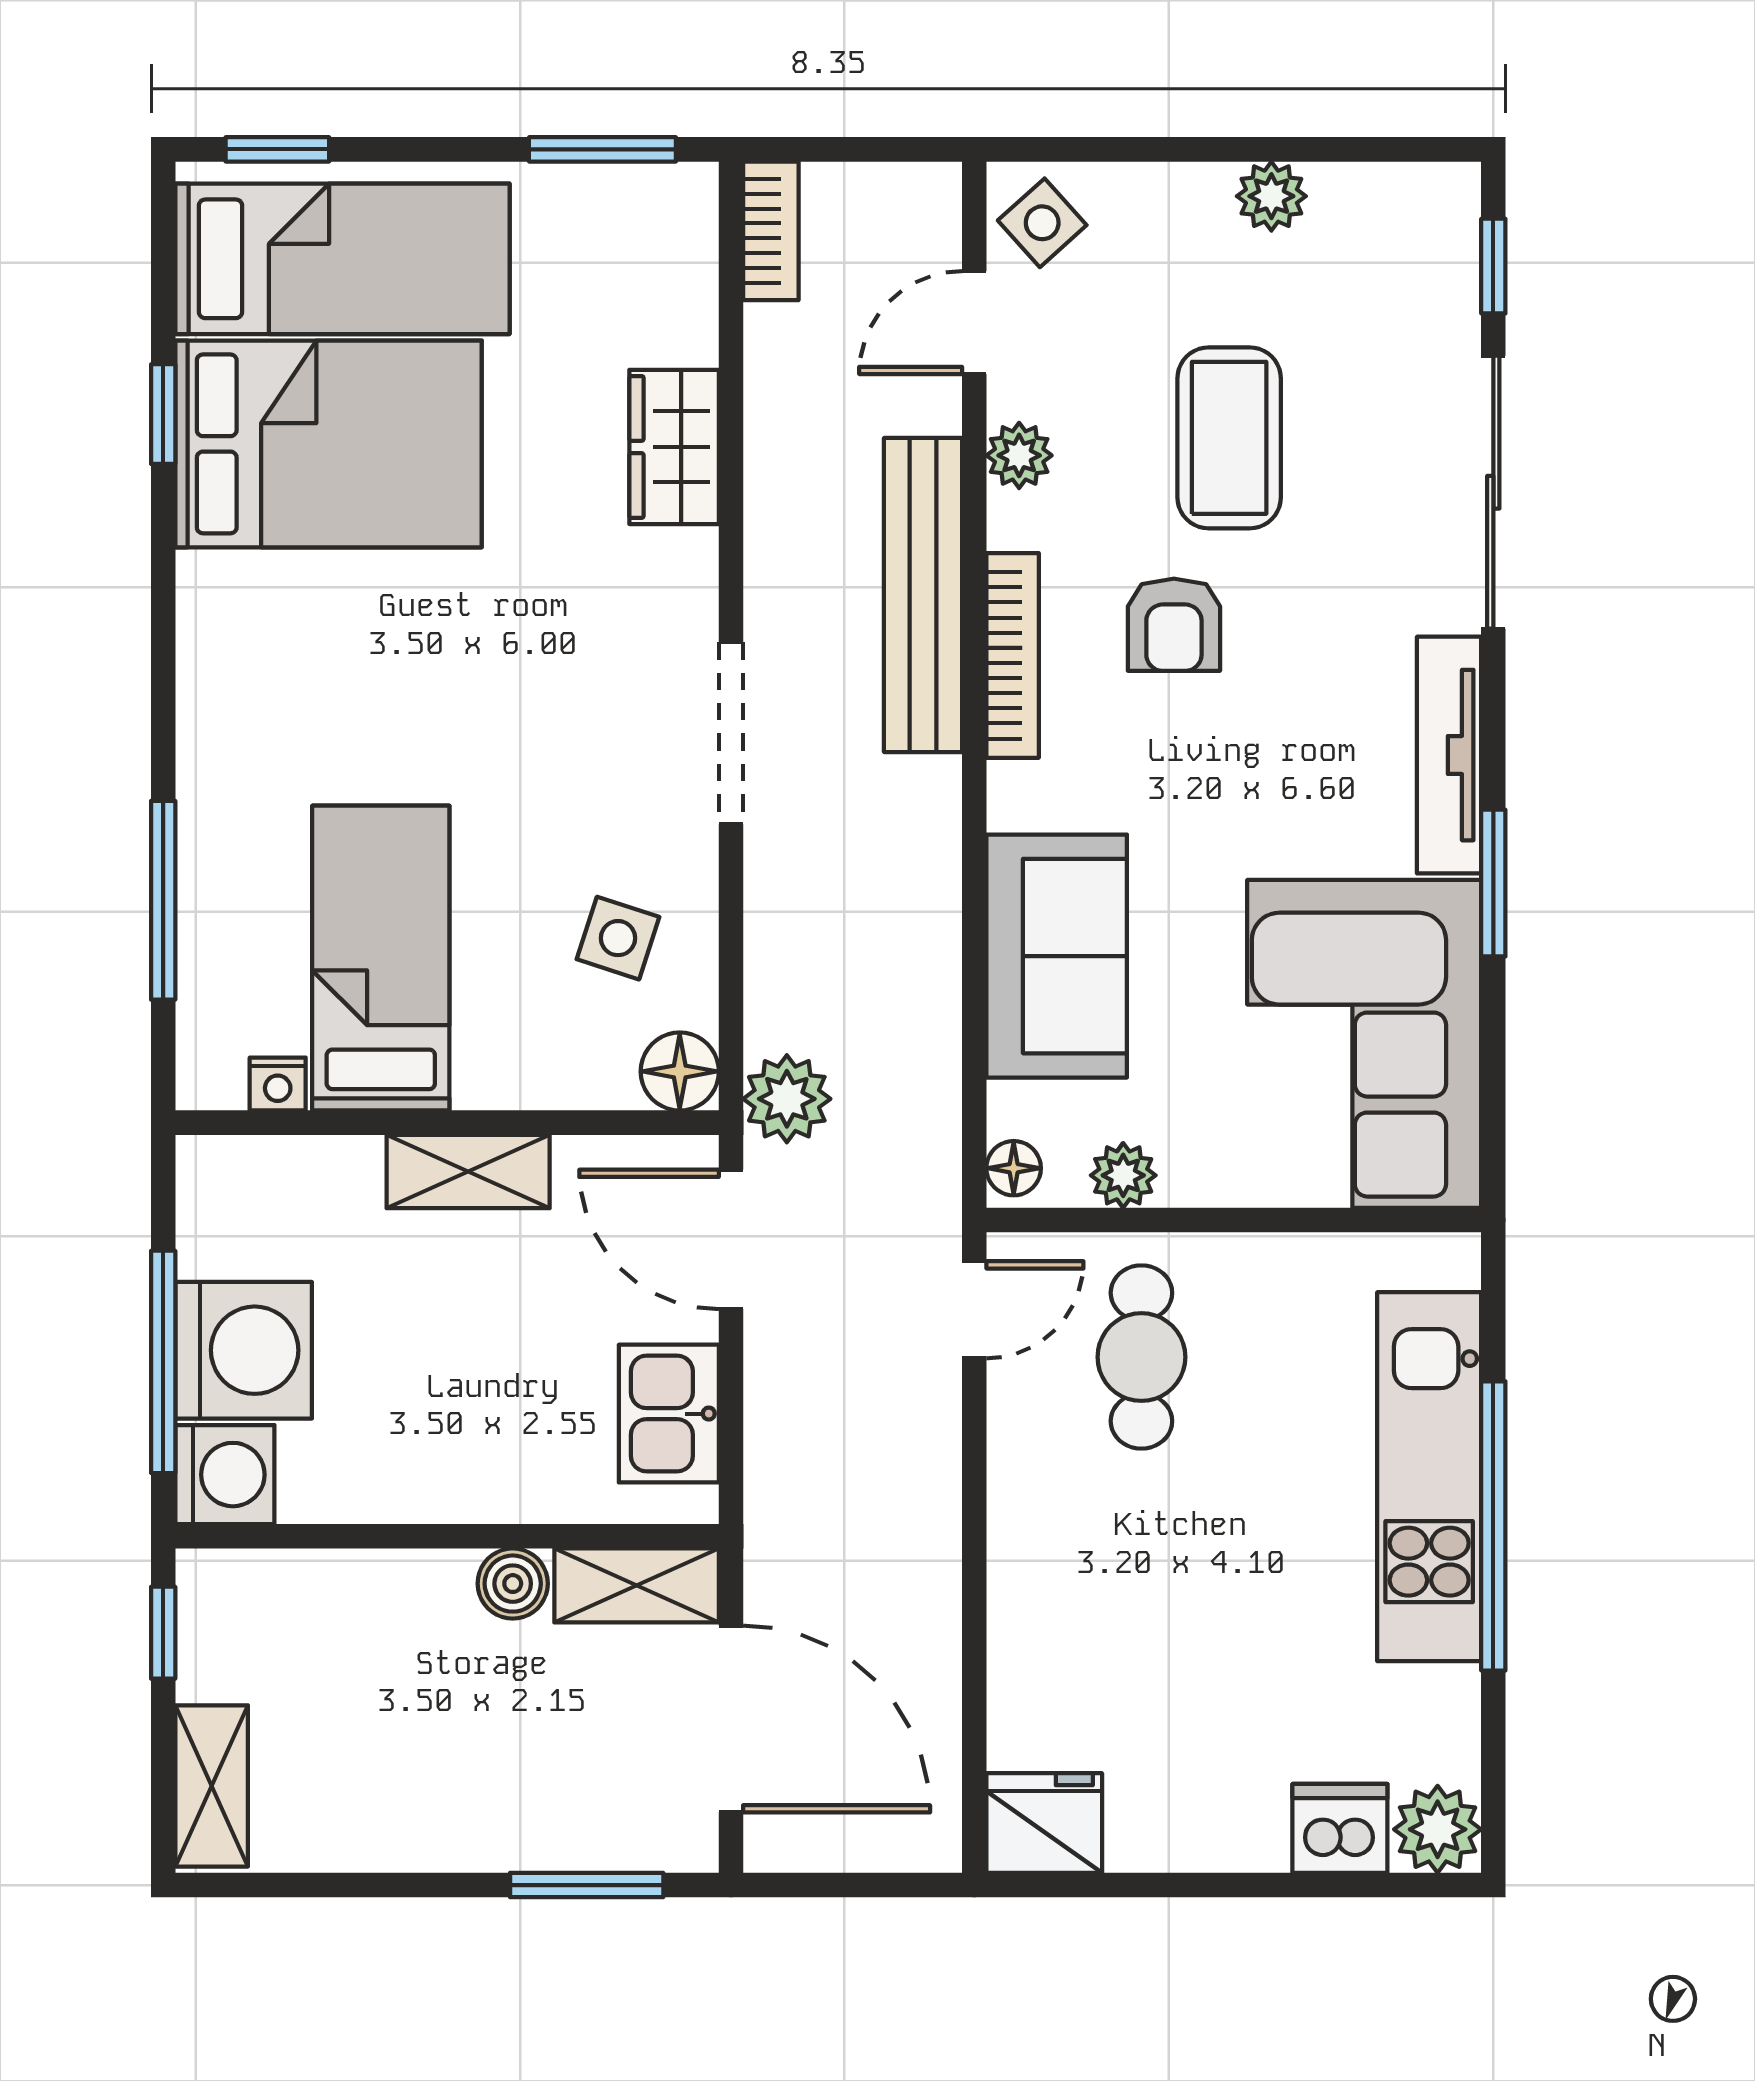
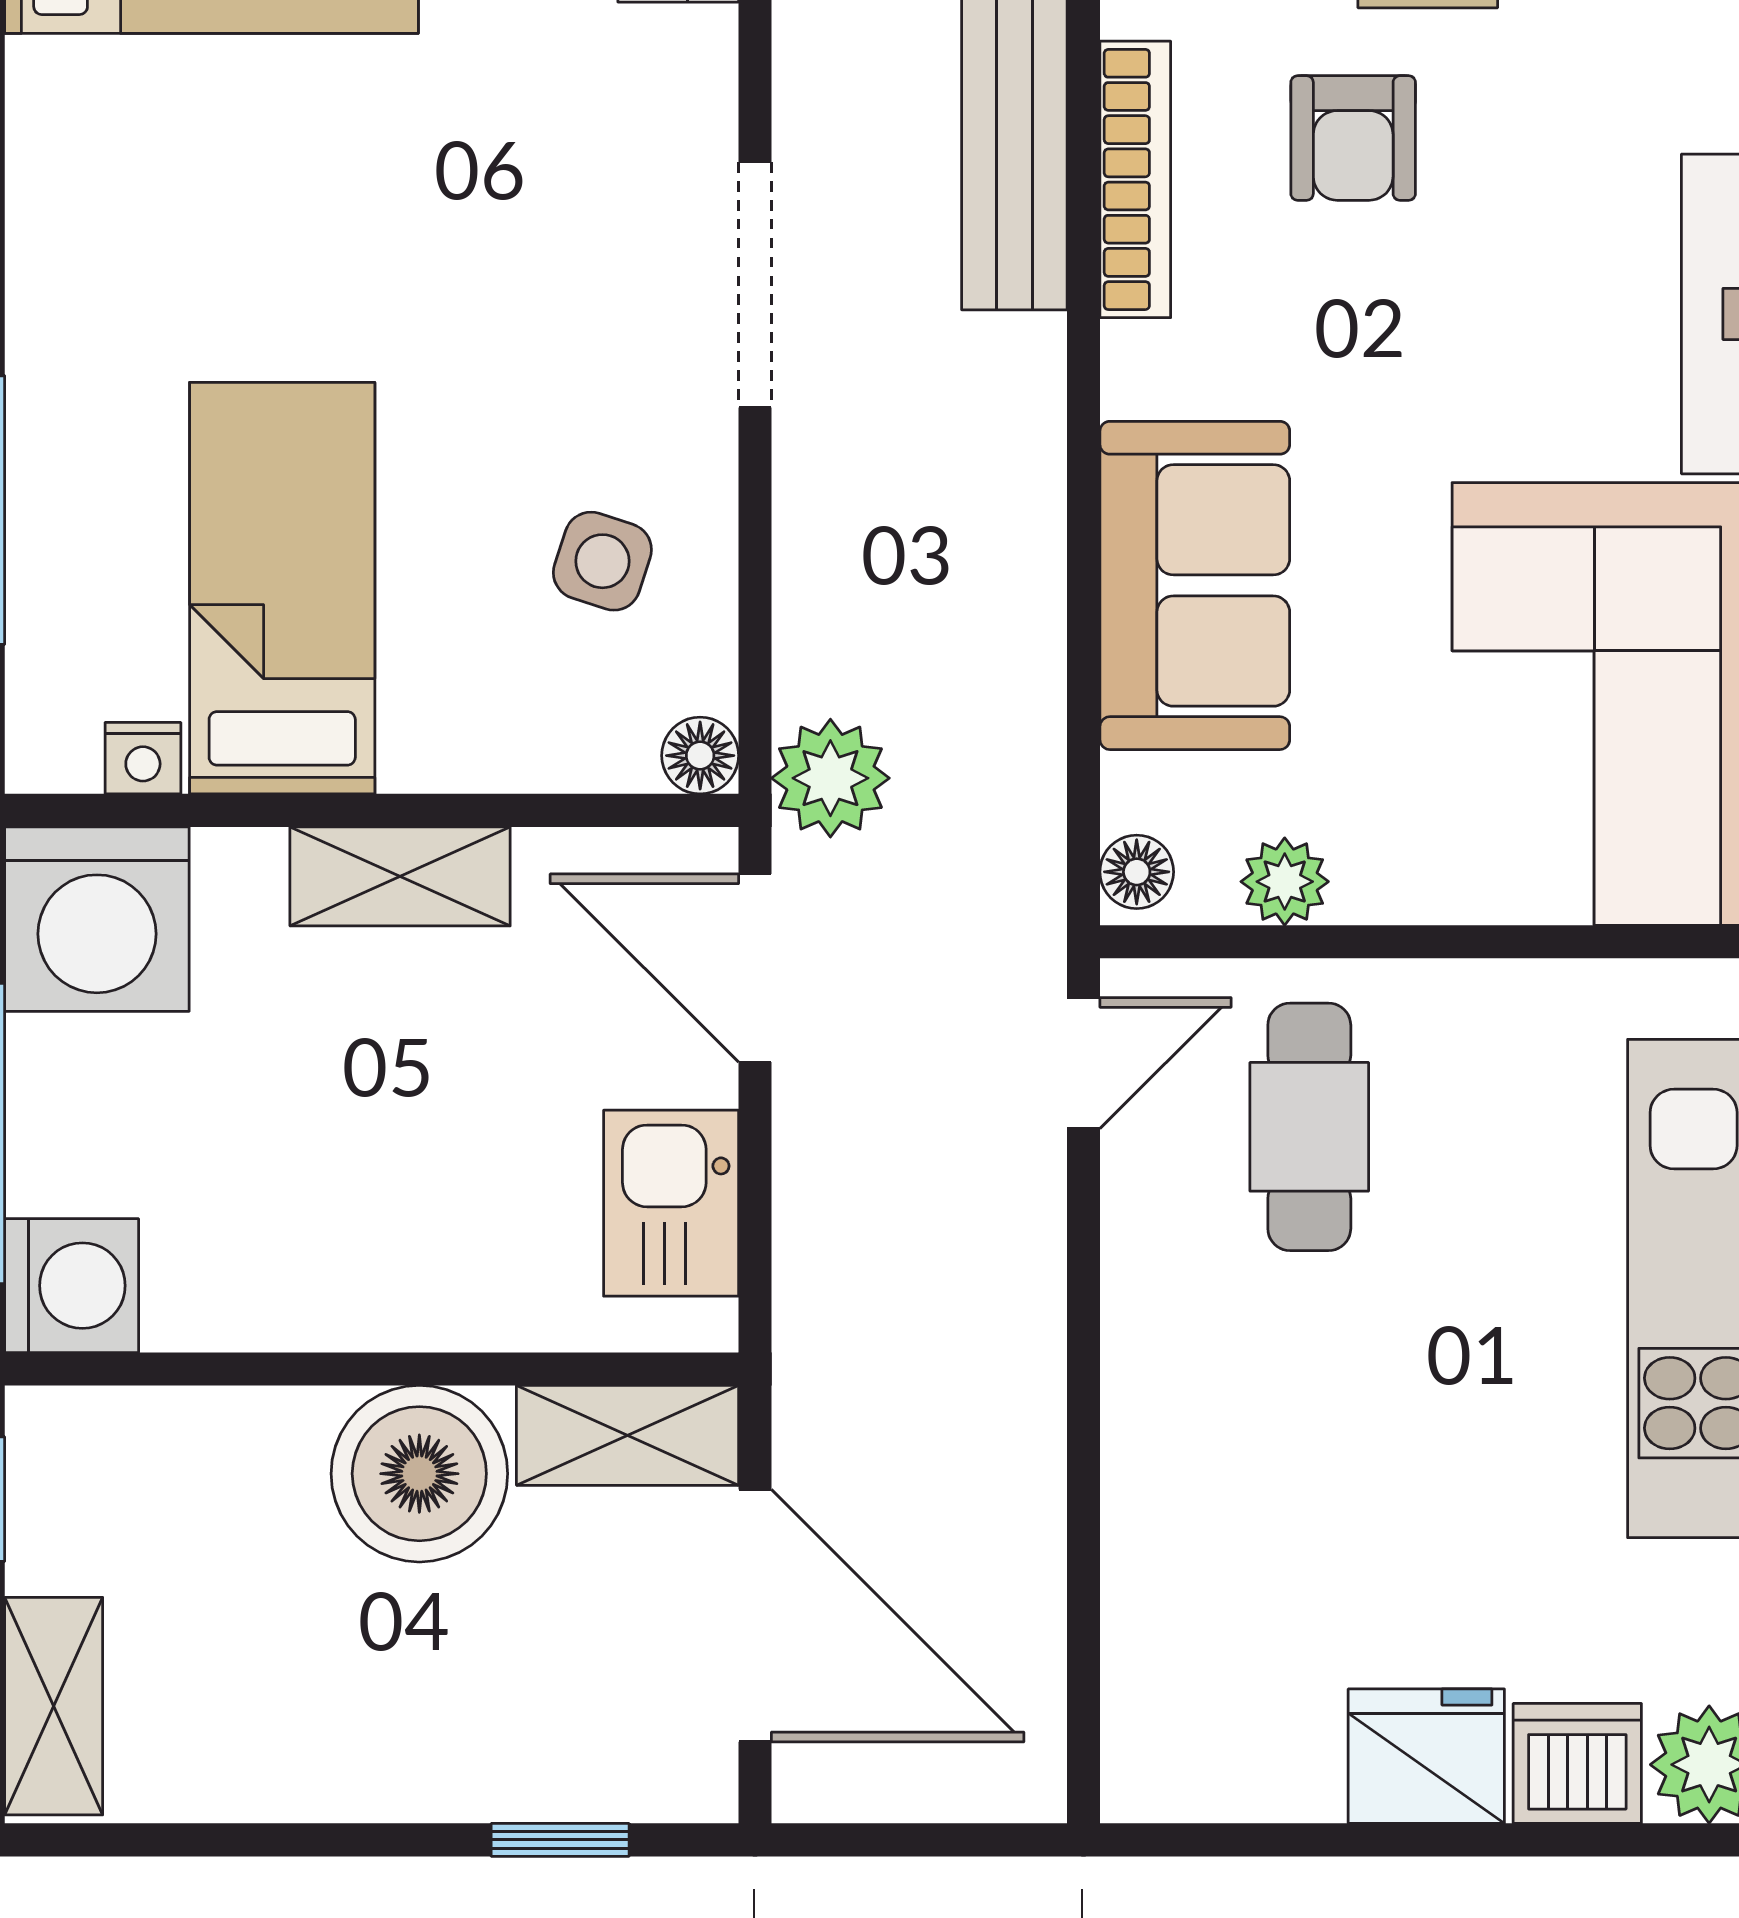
floor lamp: (680, 1071) -> (700, 756), width x0.73, depth x0.73
washing machine: (244, 1350) -> (97, 919), moved, turned 90
boiler: (513, 1584) -> (419, 1474), width x1.86, depth x1.86
fridge: (1044, 1823) -> (1426, 1756), moved
window: (587, 1885) -> (560, 1840), width x0.67

